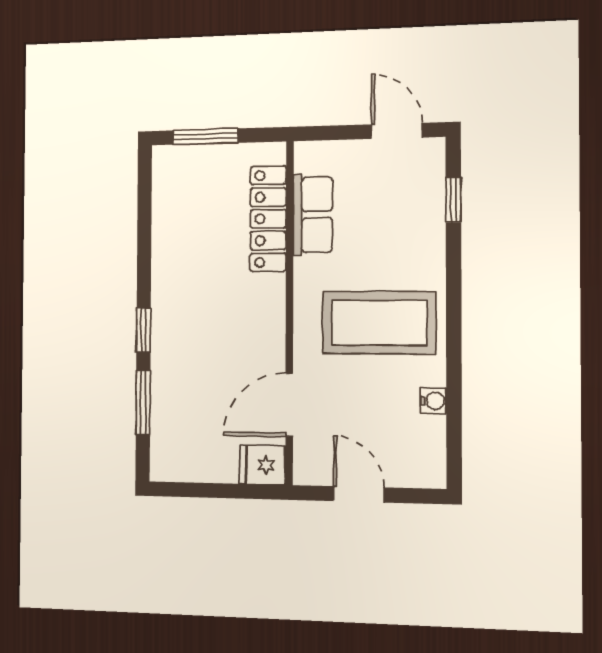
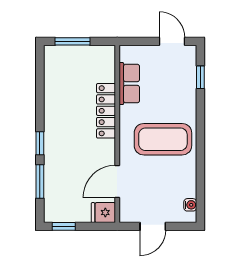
locker: (268, 219) -> (106, 111), moved
water cooler: (433, 401) -> (190, 205), moved
window: (187, 490) -> (64, 226), added
door: (359, 494) -> (153, 226), swing flipped

